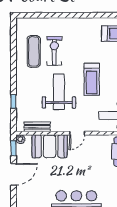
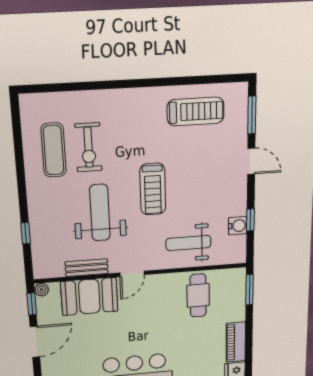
exercise bike: (54, 51) -> (88, 147), turned 180
bench: (37, 127) -> (87, 268), moved

